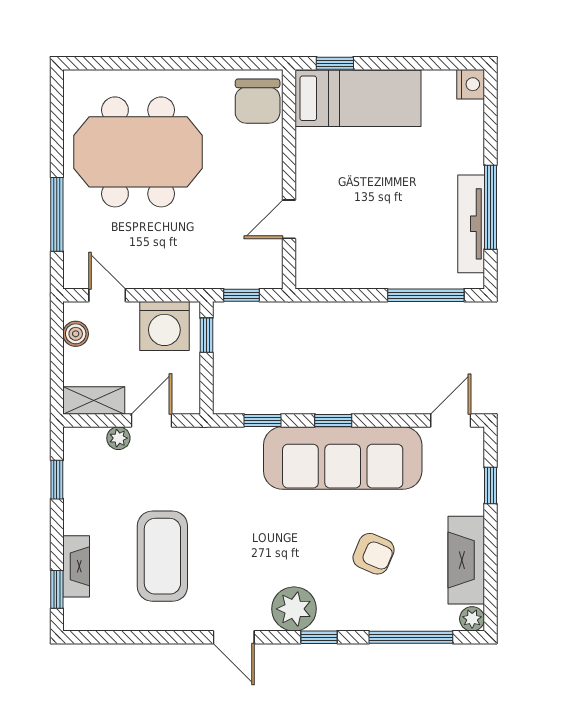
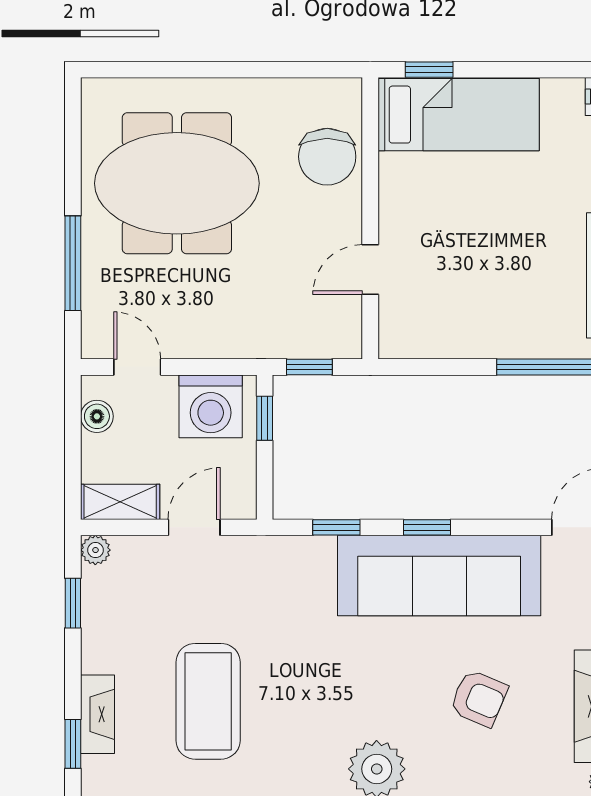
chair: (258, 101) -> (327, 157), moved
plant: (118, 438) -> (95, 550), moved

